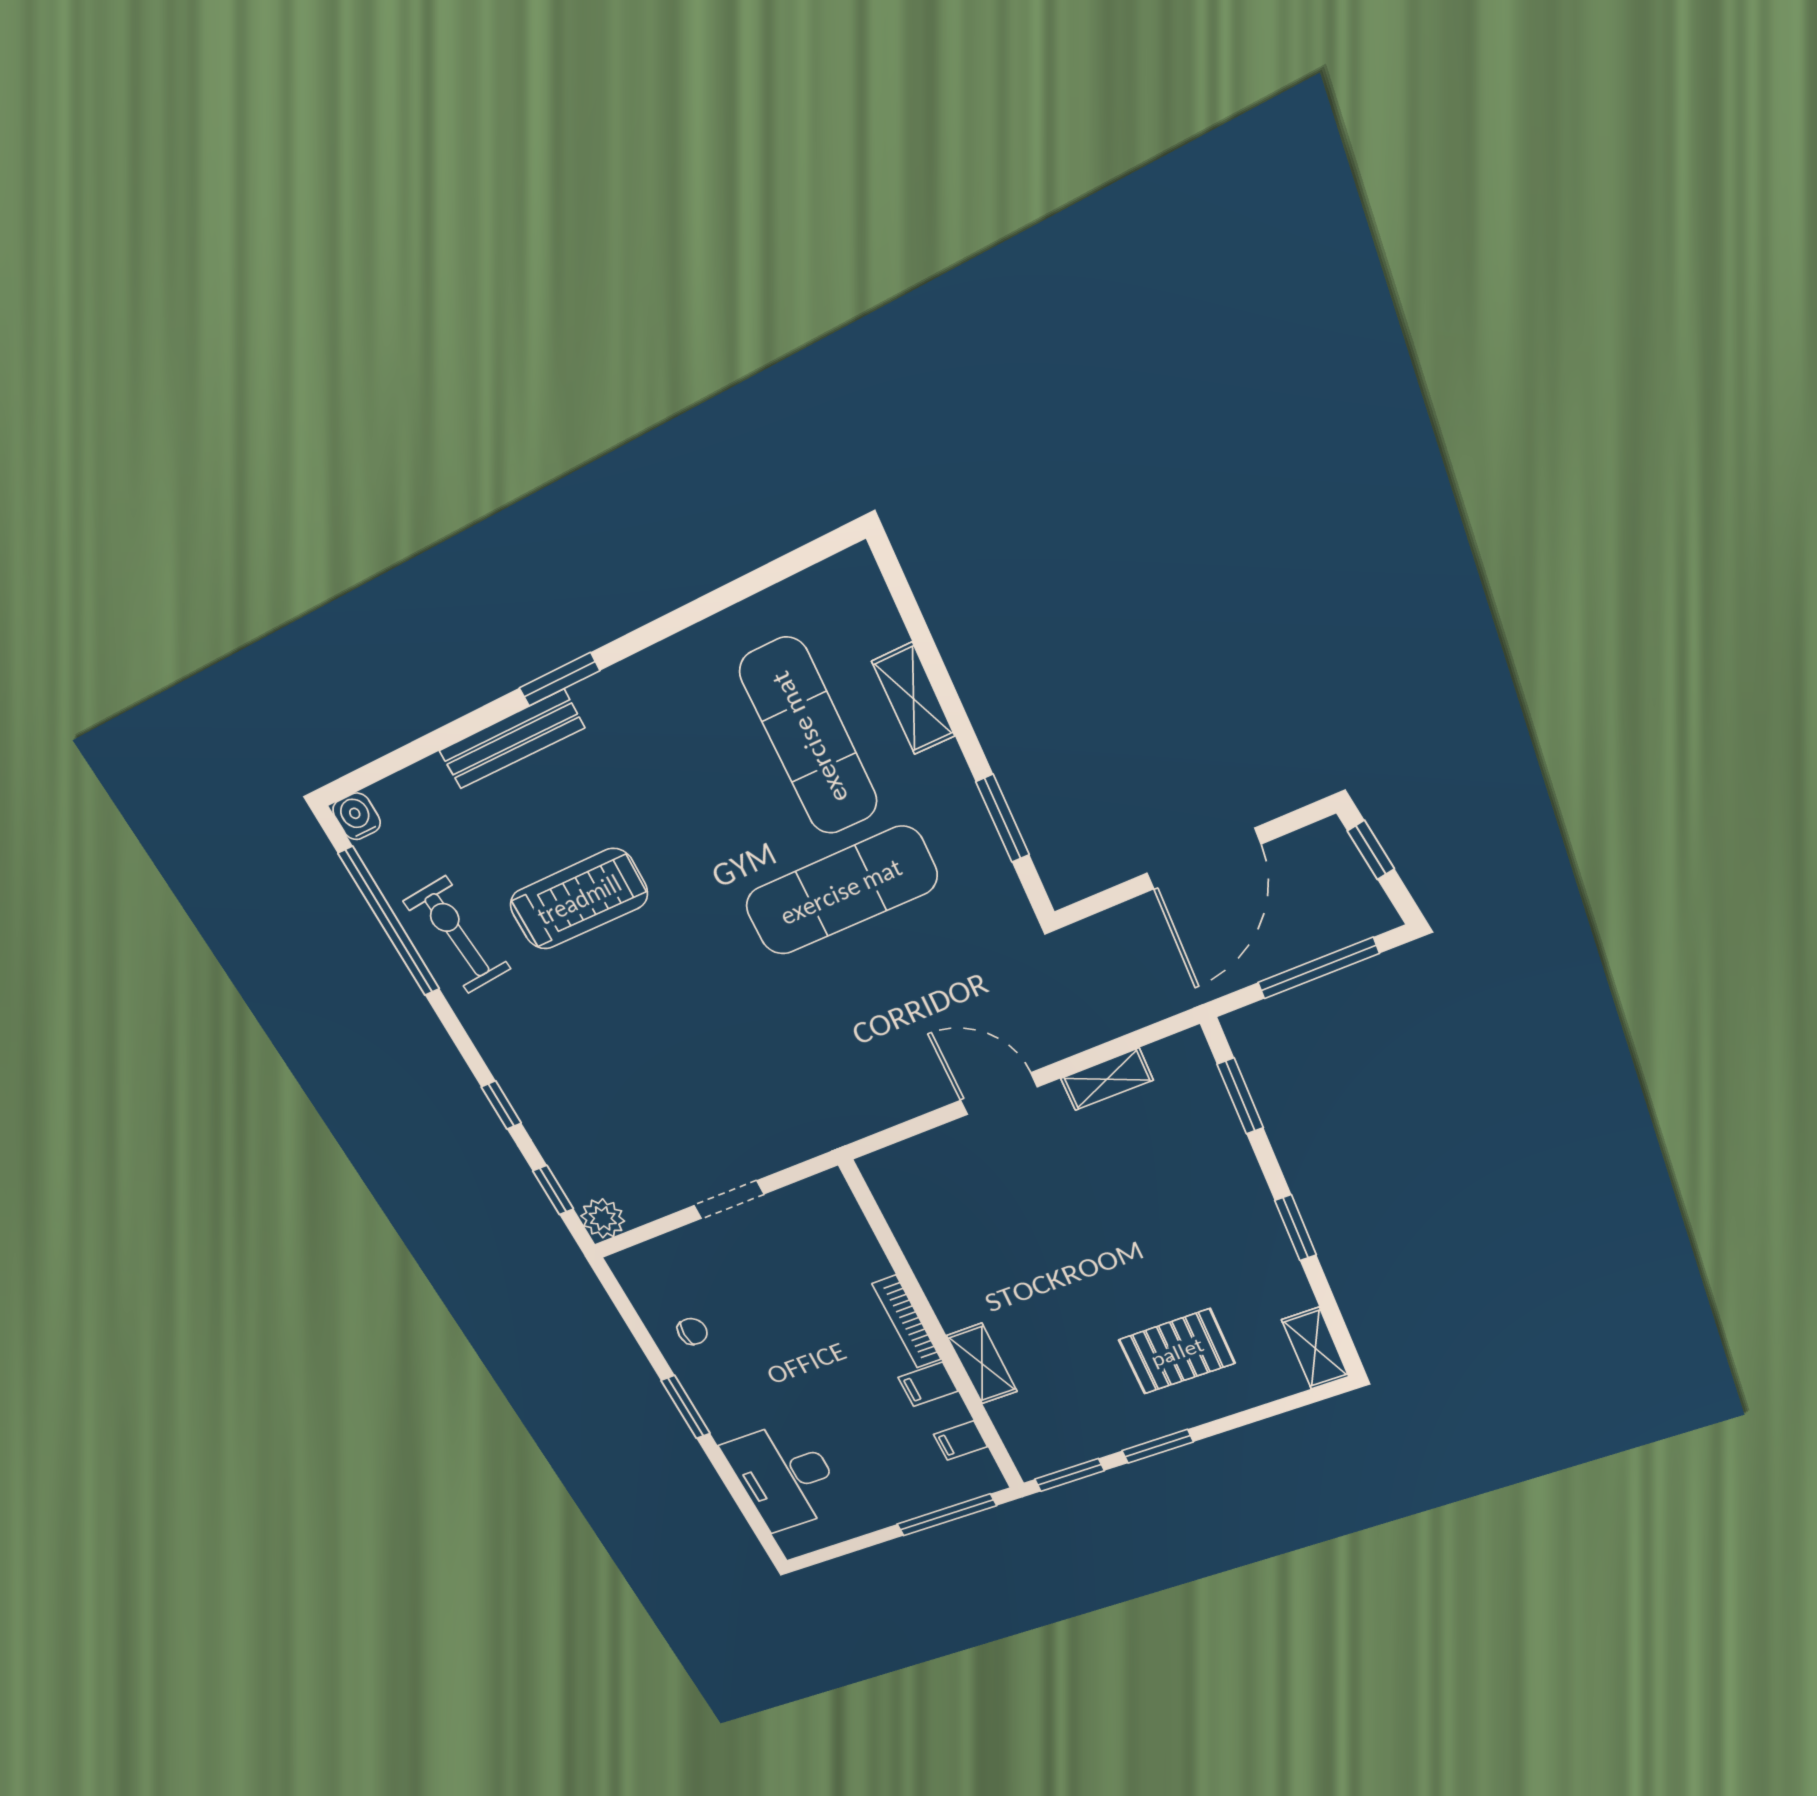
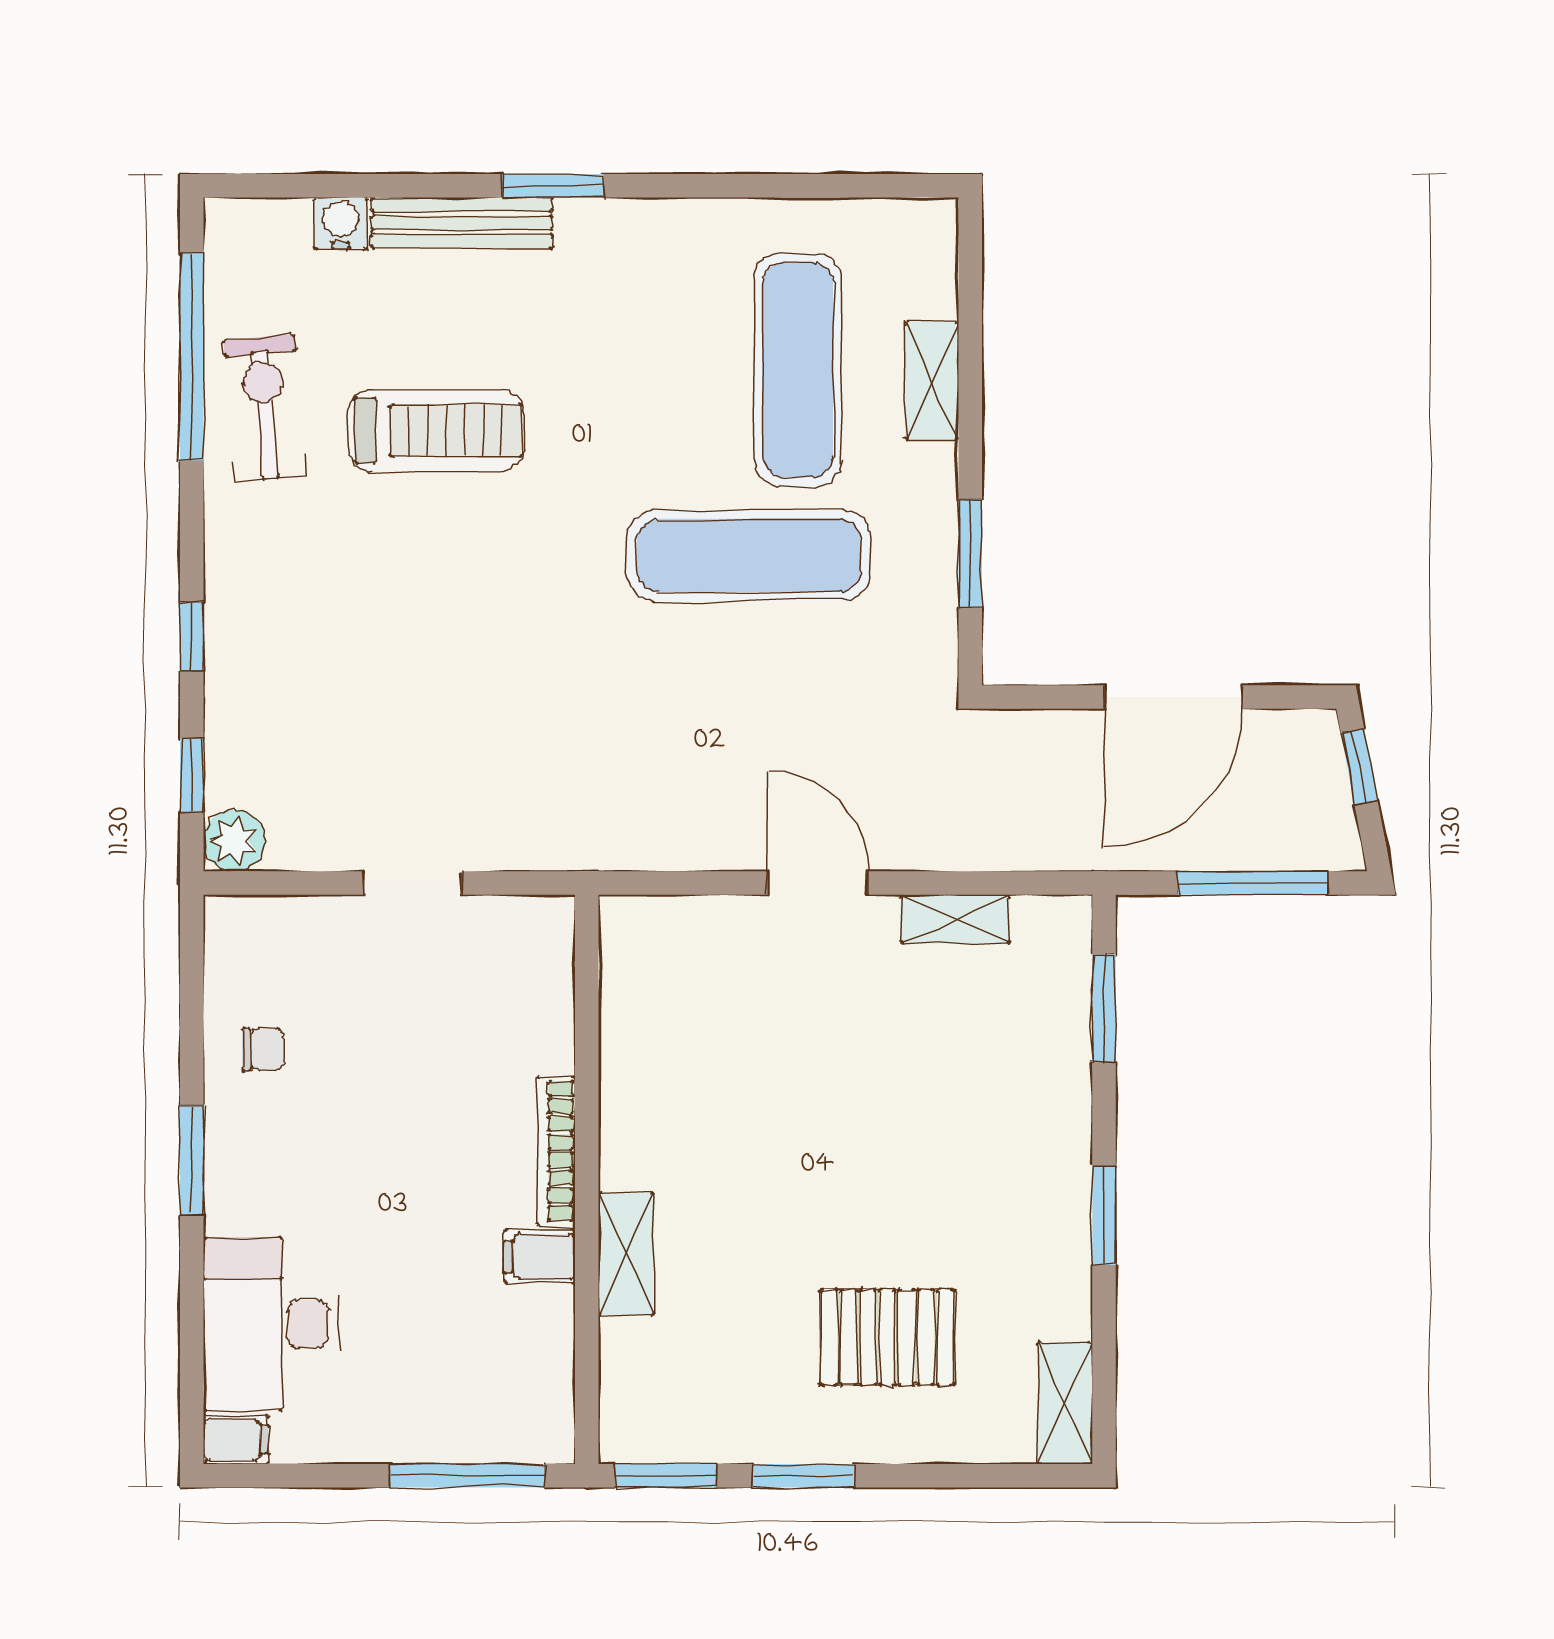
water cooler: (357, 816) -> (341, 223), moved
filing cabinet: (961, 1440) -> (236, 1440), moved, turned 180

